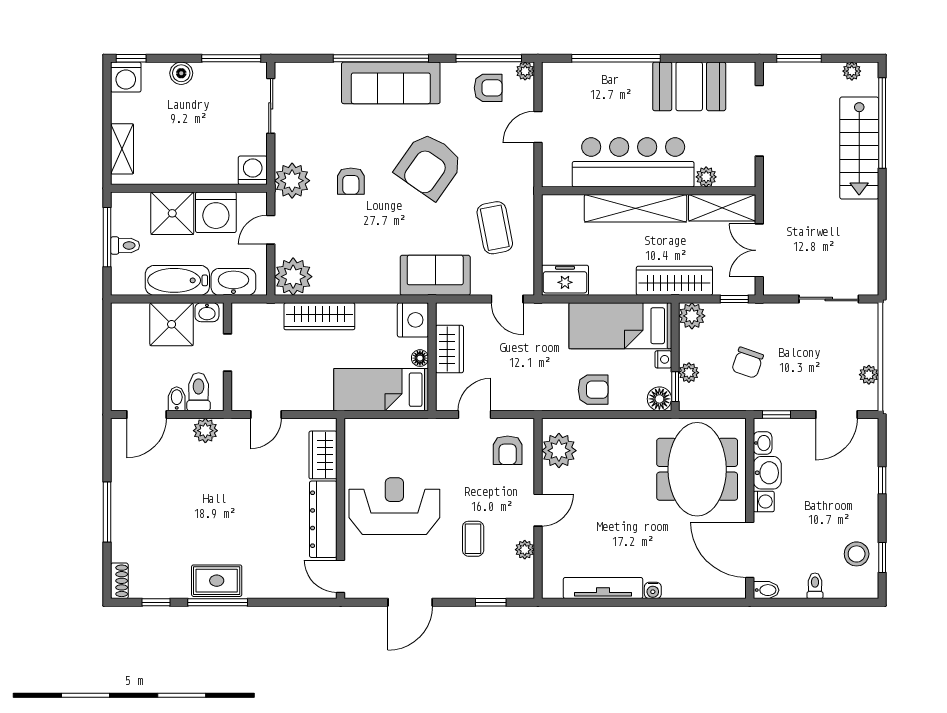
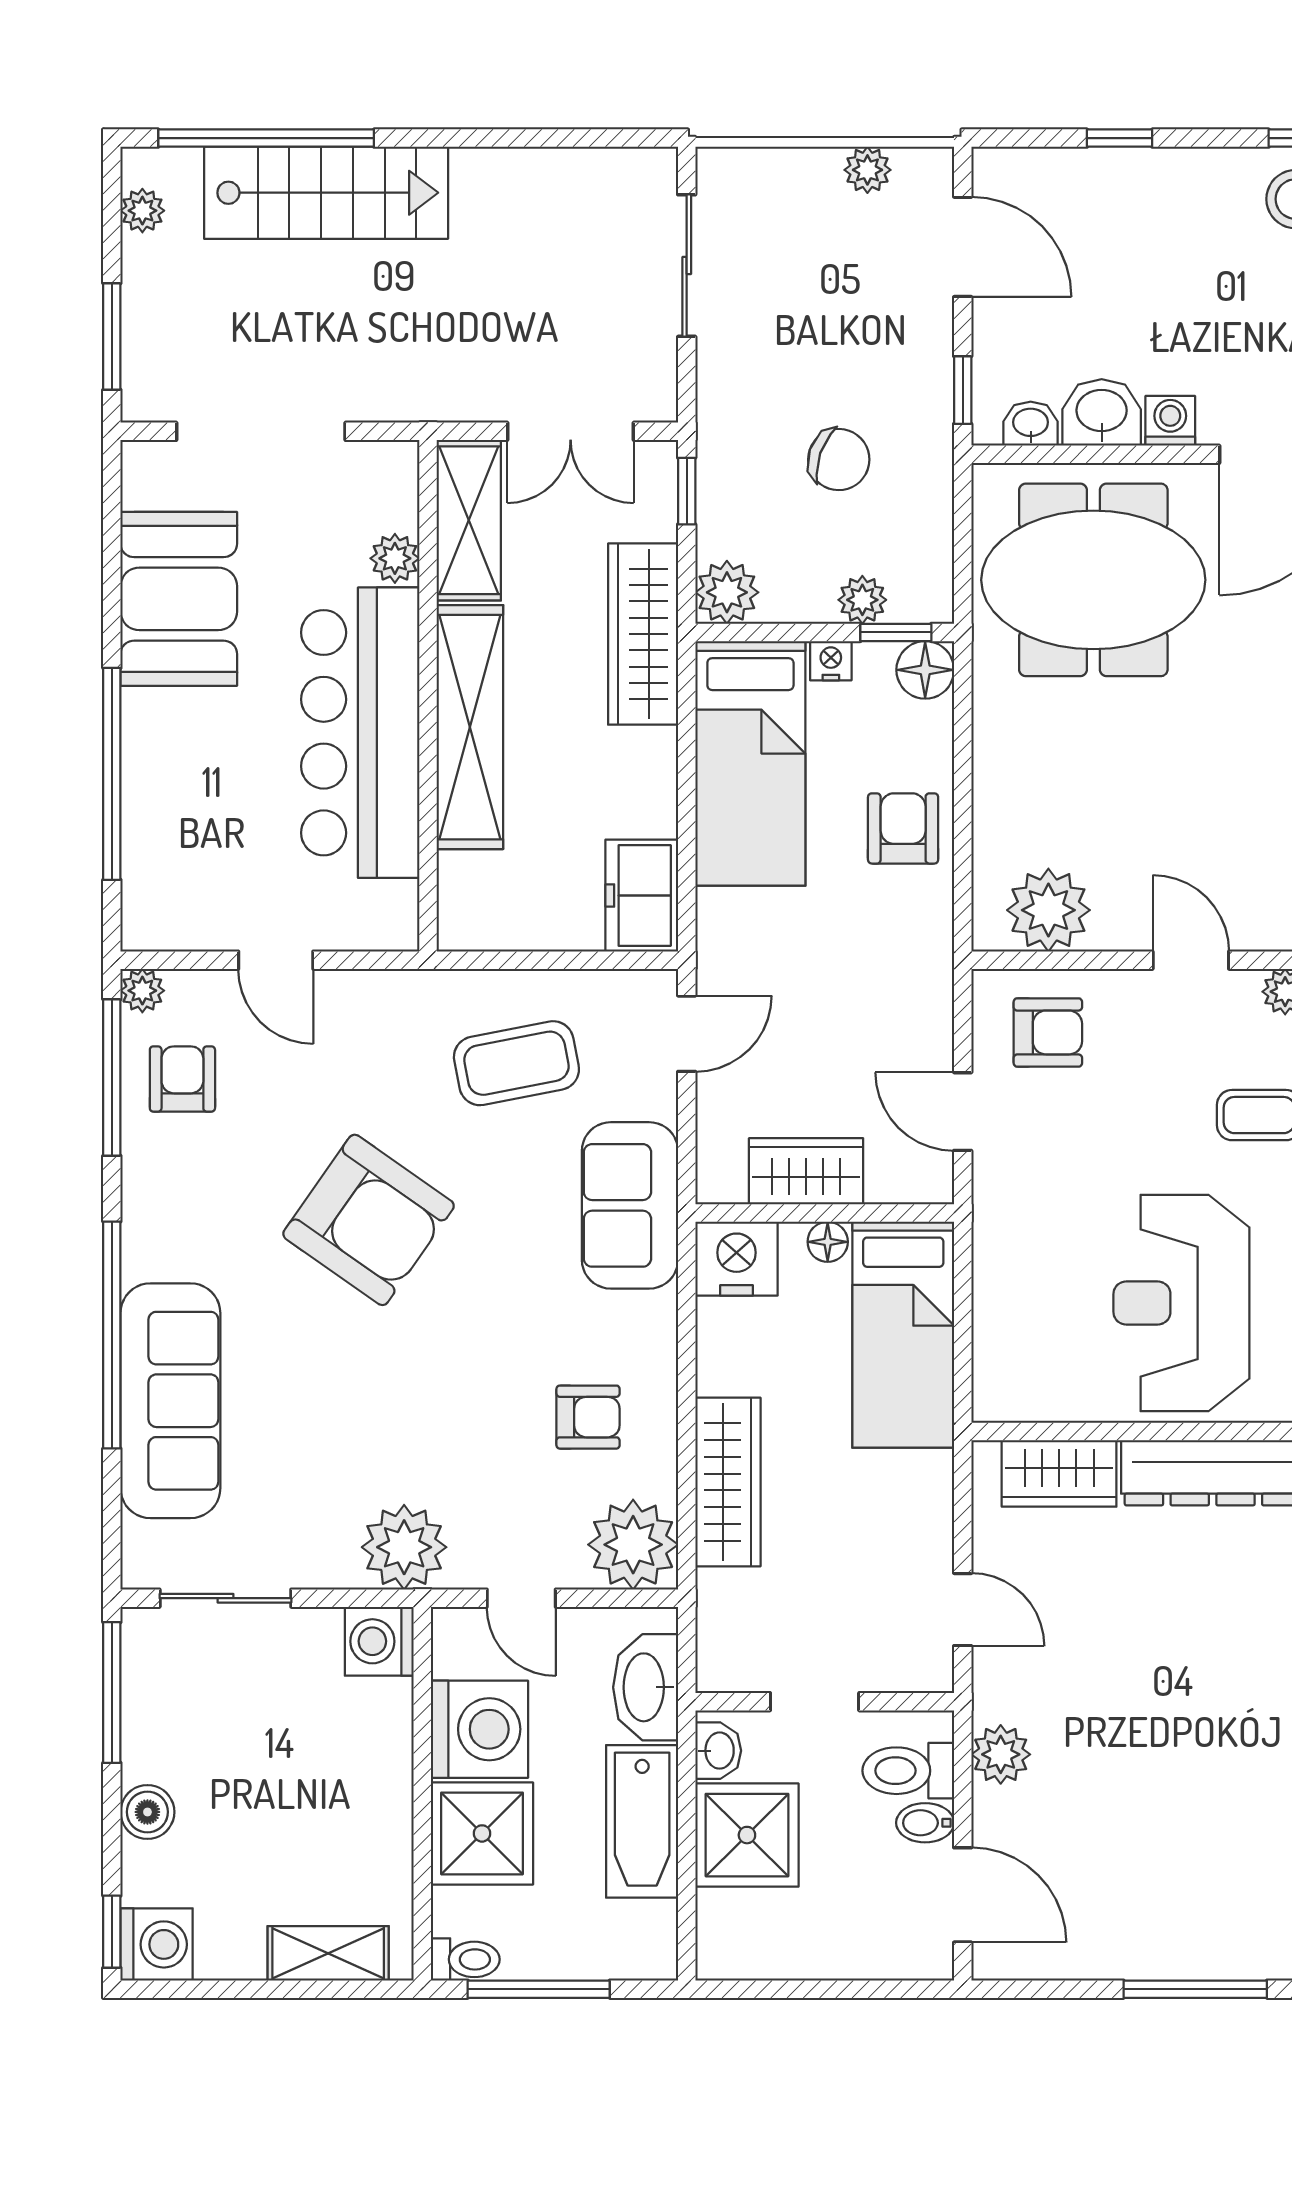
sofa: (391, 83) -> (170, 1401), moved
armchair: (351, 181) -> (588, 1417), moved
toilet: (125, 245) -> (465, 1959), moved, turned 90

